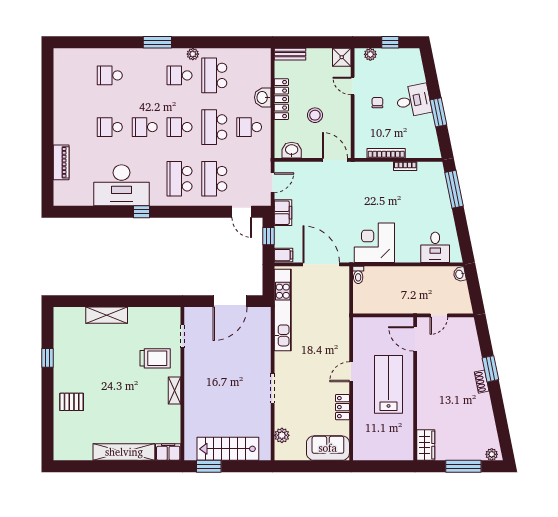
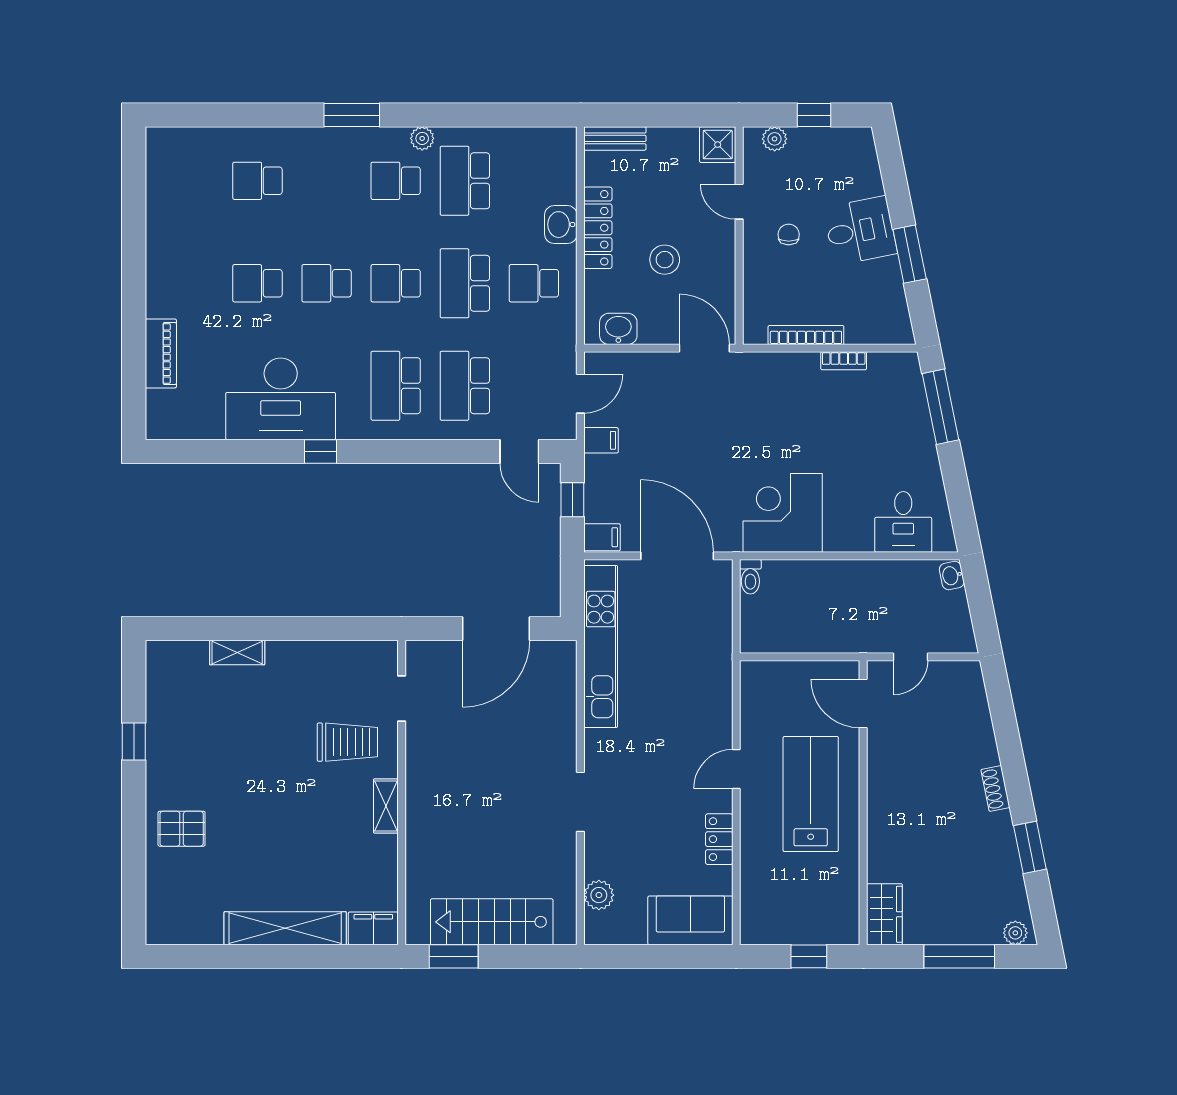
filing cabinet: (283, 213) -> (601, 440), width x0.50
shelving: (107, 315) -> (237, 653), width x0.67, depth x0.75
window: (490, 369) -> (1030, 847), moved
window: (388, 466) -> (809, 956), added

